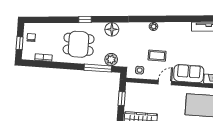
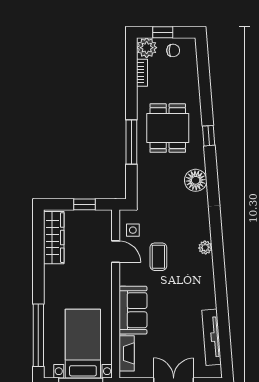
plant: (111, 60) -> (147, 48), moved
window: (98, 68) -> (131, 142), moved
door: (165, 83) -> (116, 252), moved

